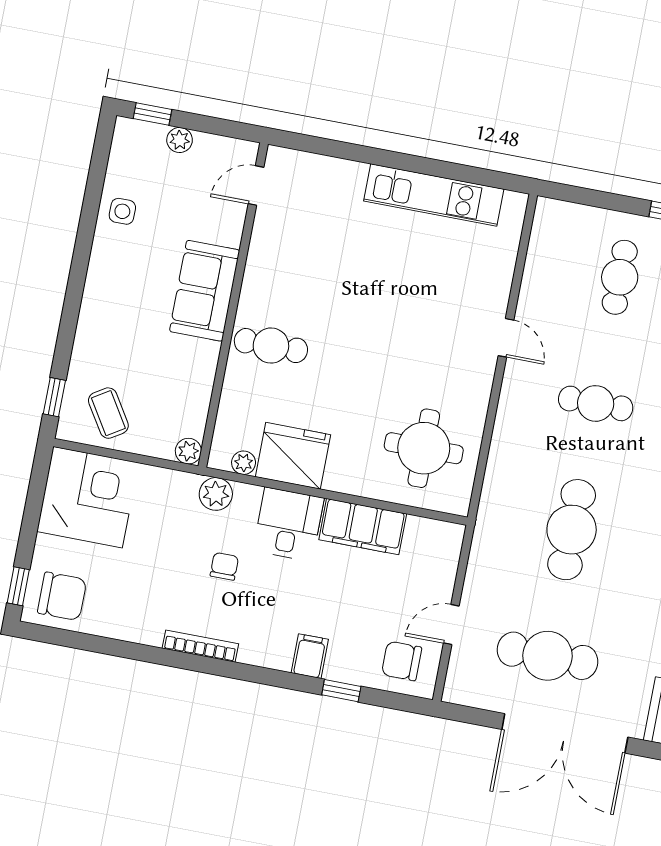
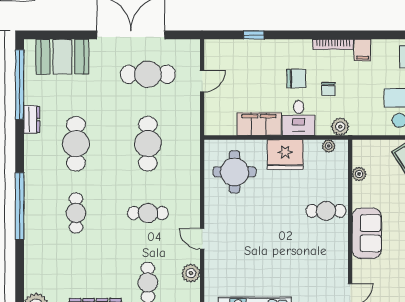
plant: (538, 279) -> (191, 273), added
plant: (188, 451) -> (359, 174), moved
fridge: (293, 456) -> (285, 155), moved
filing cabinet: (310, 656) -> (362, 50), moved
chair: (402, 661) -> (296, 79), moved

